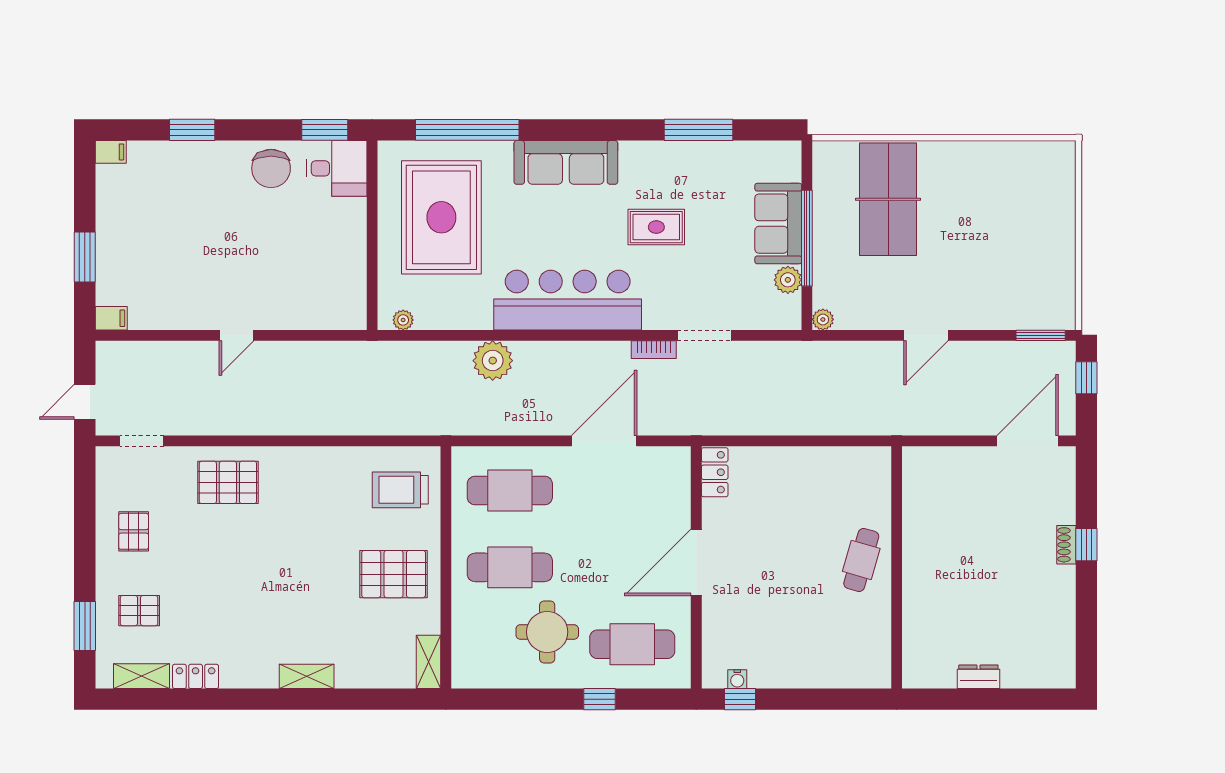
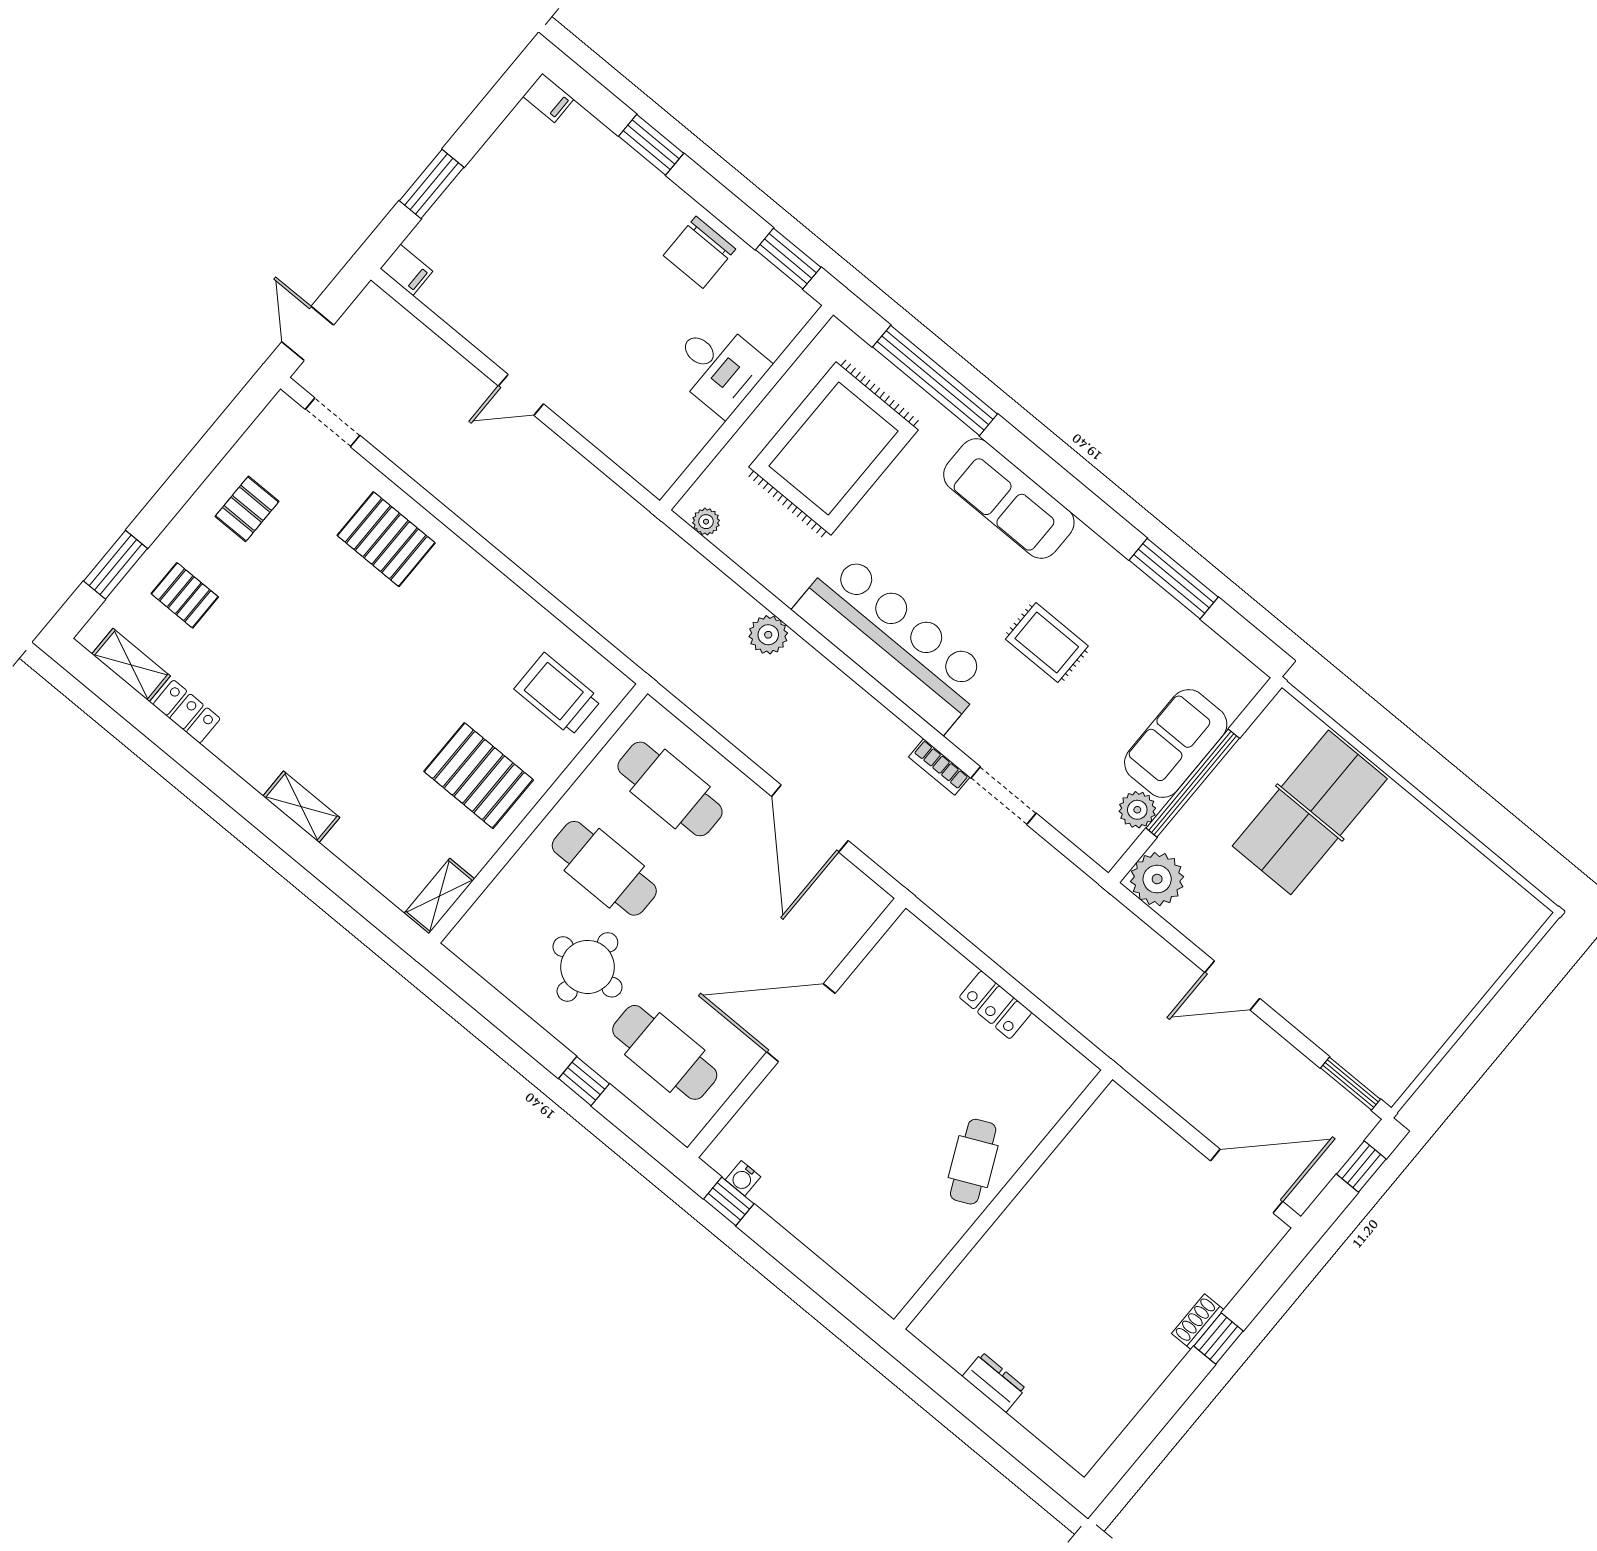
desk: (337, 168) -> (719, 367), moved
plant: (823, 319) -> (1157, 879), width x1.87, depth x1.87
plant: (493, 361) -> (768, 635), width x0.73, depth x0.73
door: (85, 402) -> (308, 333), hinge flipped
door: (604, 441) -> (810, 819), swing flipped
locker: (715, 472) -> (996, 1005), moved, turned 90
cafe table: (861, 560) -> (973, 1162), turned -41

